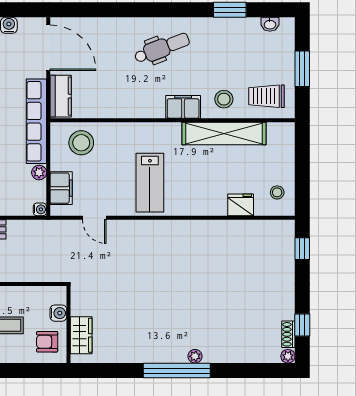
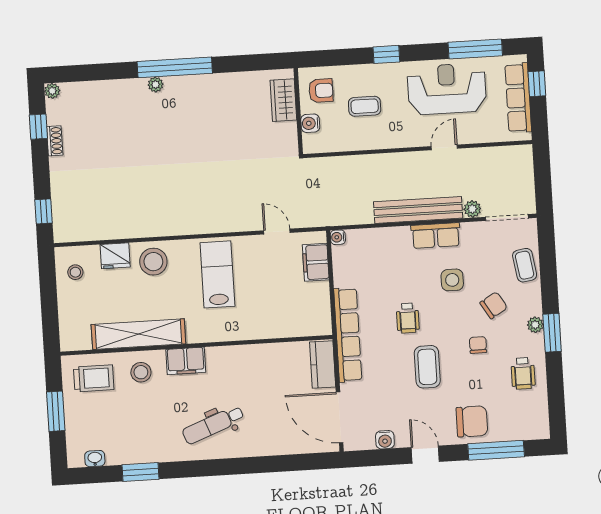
stool: (81, 143) -> (153, 262), moved
plant: (39, 173) -> (341, 278), removed
shoe rack: (288, 334) -> (55, 141), moved

